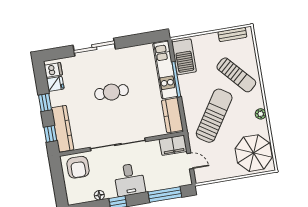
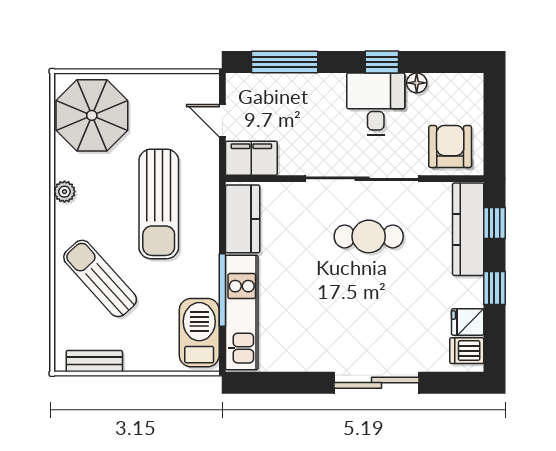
cafe table: (112, 92) -> (369, 236), moved
sun lounger: (214, 116) -> (159, 204), turned -33
desk: (129, 180) -> (376, 104), moved

